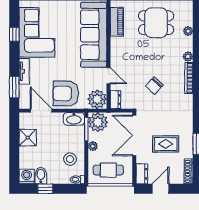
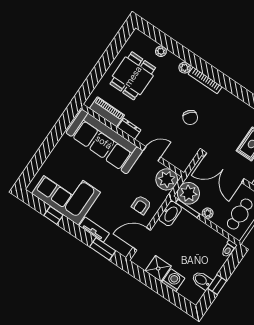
armchair: (66, 93) -> (141, 205), width x0.53, depth x0.53
dresser: (116, 100) -> (129, 129), moved
stool: (70, 159) -> (205, 243), removed
washing machine: (27, 176) -> (173, 280), moved, turned 90

